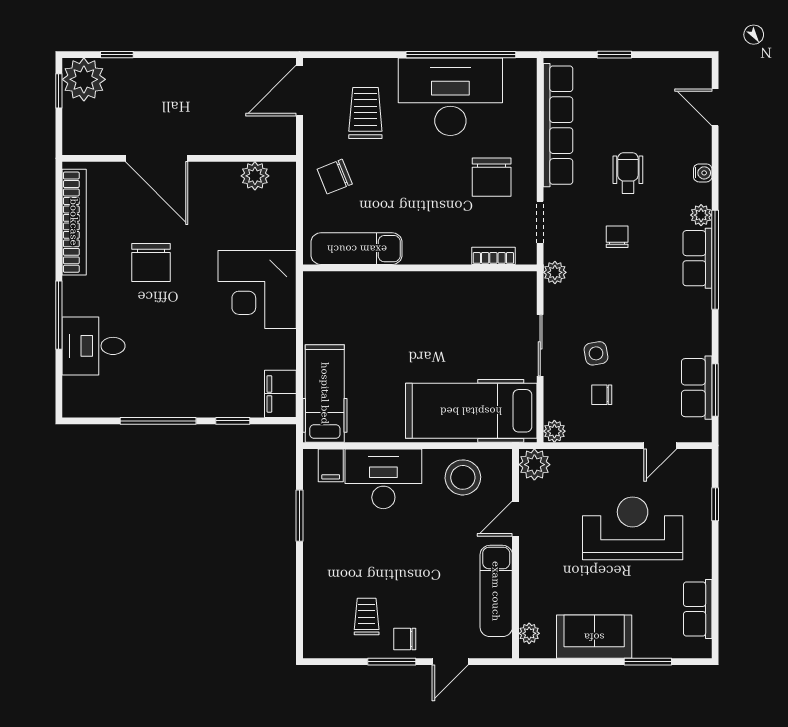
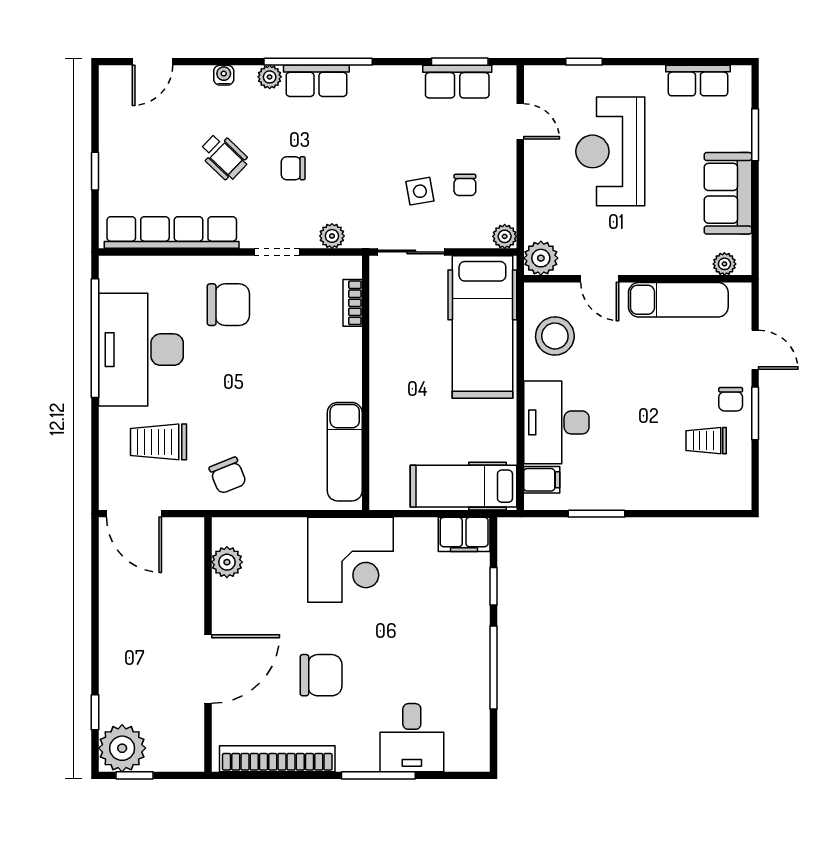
wheelchair: (628, 173) -> (224, 156), turned -136
exam couch: (357, 249) -> (345, 452), moved
bookcase: (493, 256) -> (353, 303), moved
wall: (420, 268) -> (366, 383), moved

